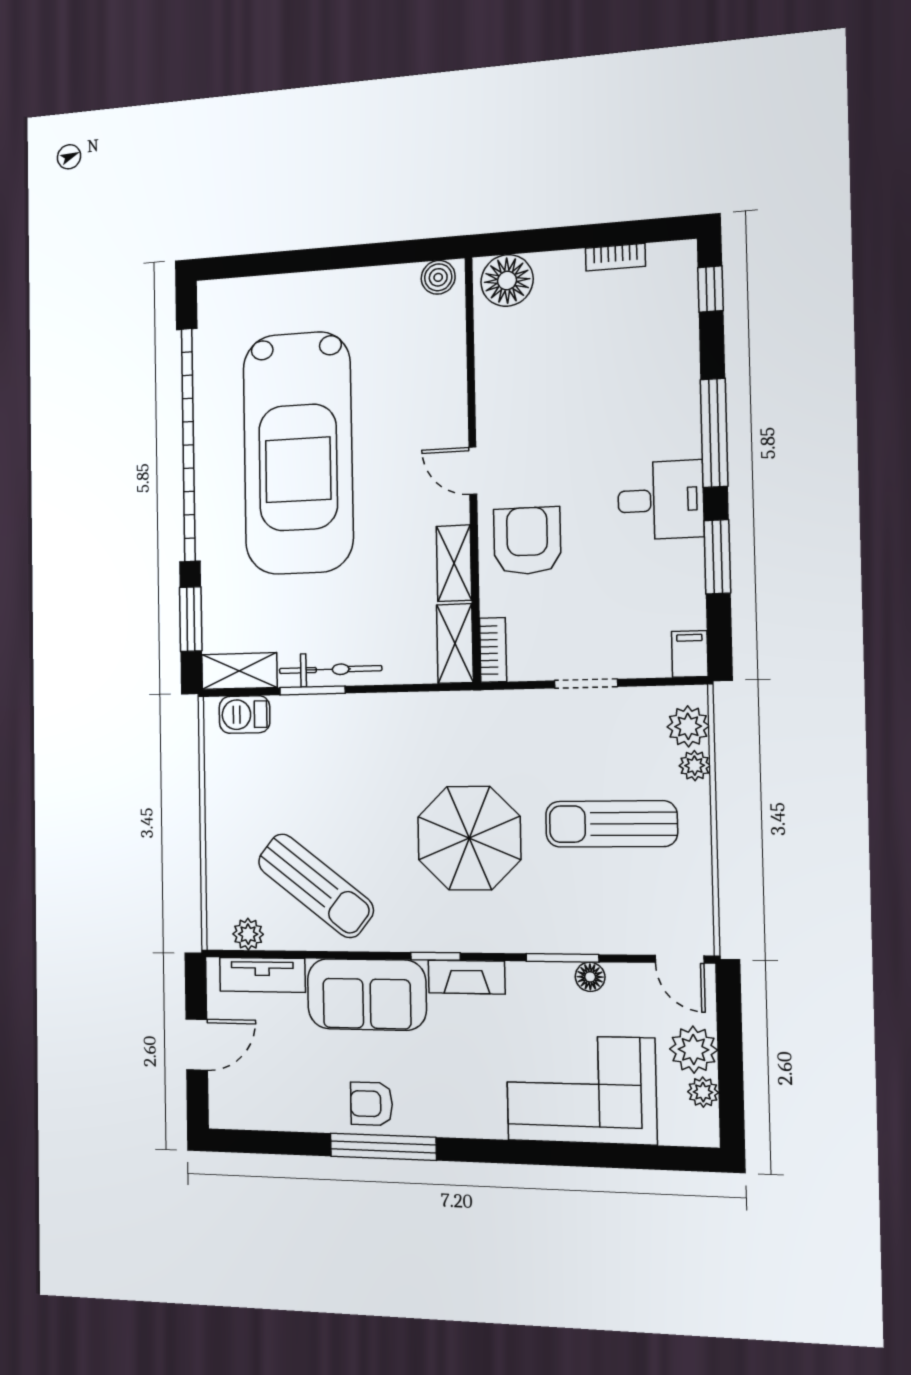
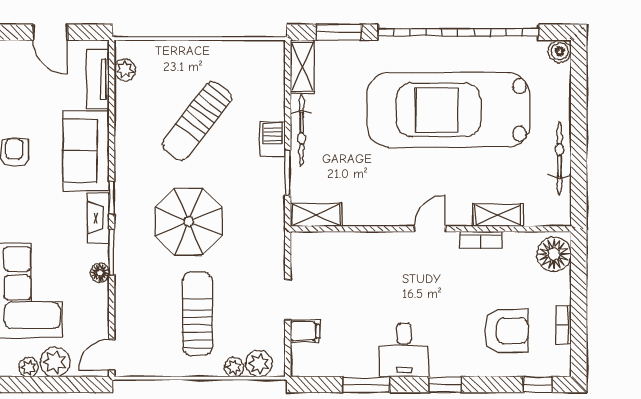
boiler: (438, 277) -> (560, 51), moved
bicycle: (365, 284) -> (559, 159), added
window: (714, 433) -> (445, 385), width x0.46
armchair: (527, 541) -> (506, 331), moved
shelving: (454, 563) -> (498, 215), moved
bookcase: (493, 650) -> (481, 240), moved
filing cabinet: (690, 654) -> (305, 331), moved
window: (312, 690) -> (288, 173), moved
barbecue: (244, 715) -> (273, 139), moved
sun lounger: (316, 886) -> (197, 121), moved
window: (562, 958) -> (112, 252), moved
floor lamp: (590, 977) -> (100, 273), moved

